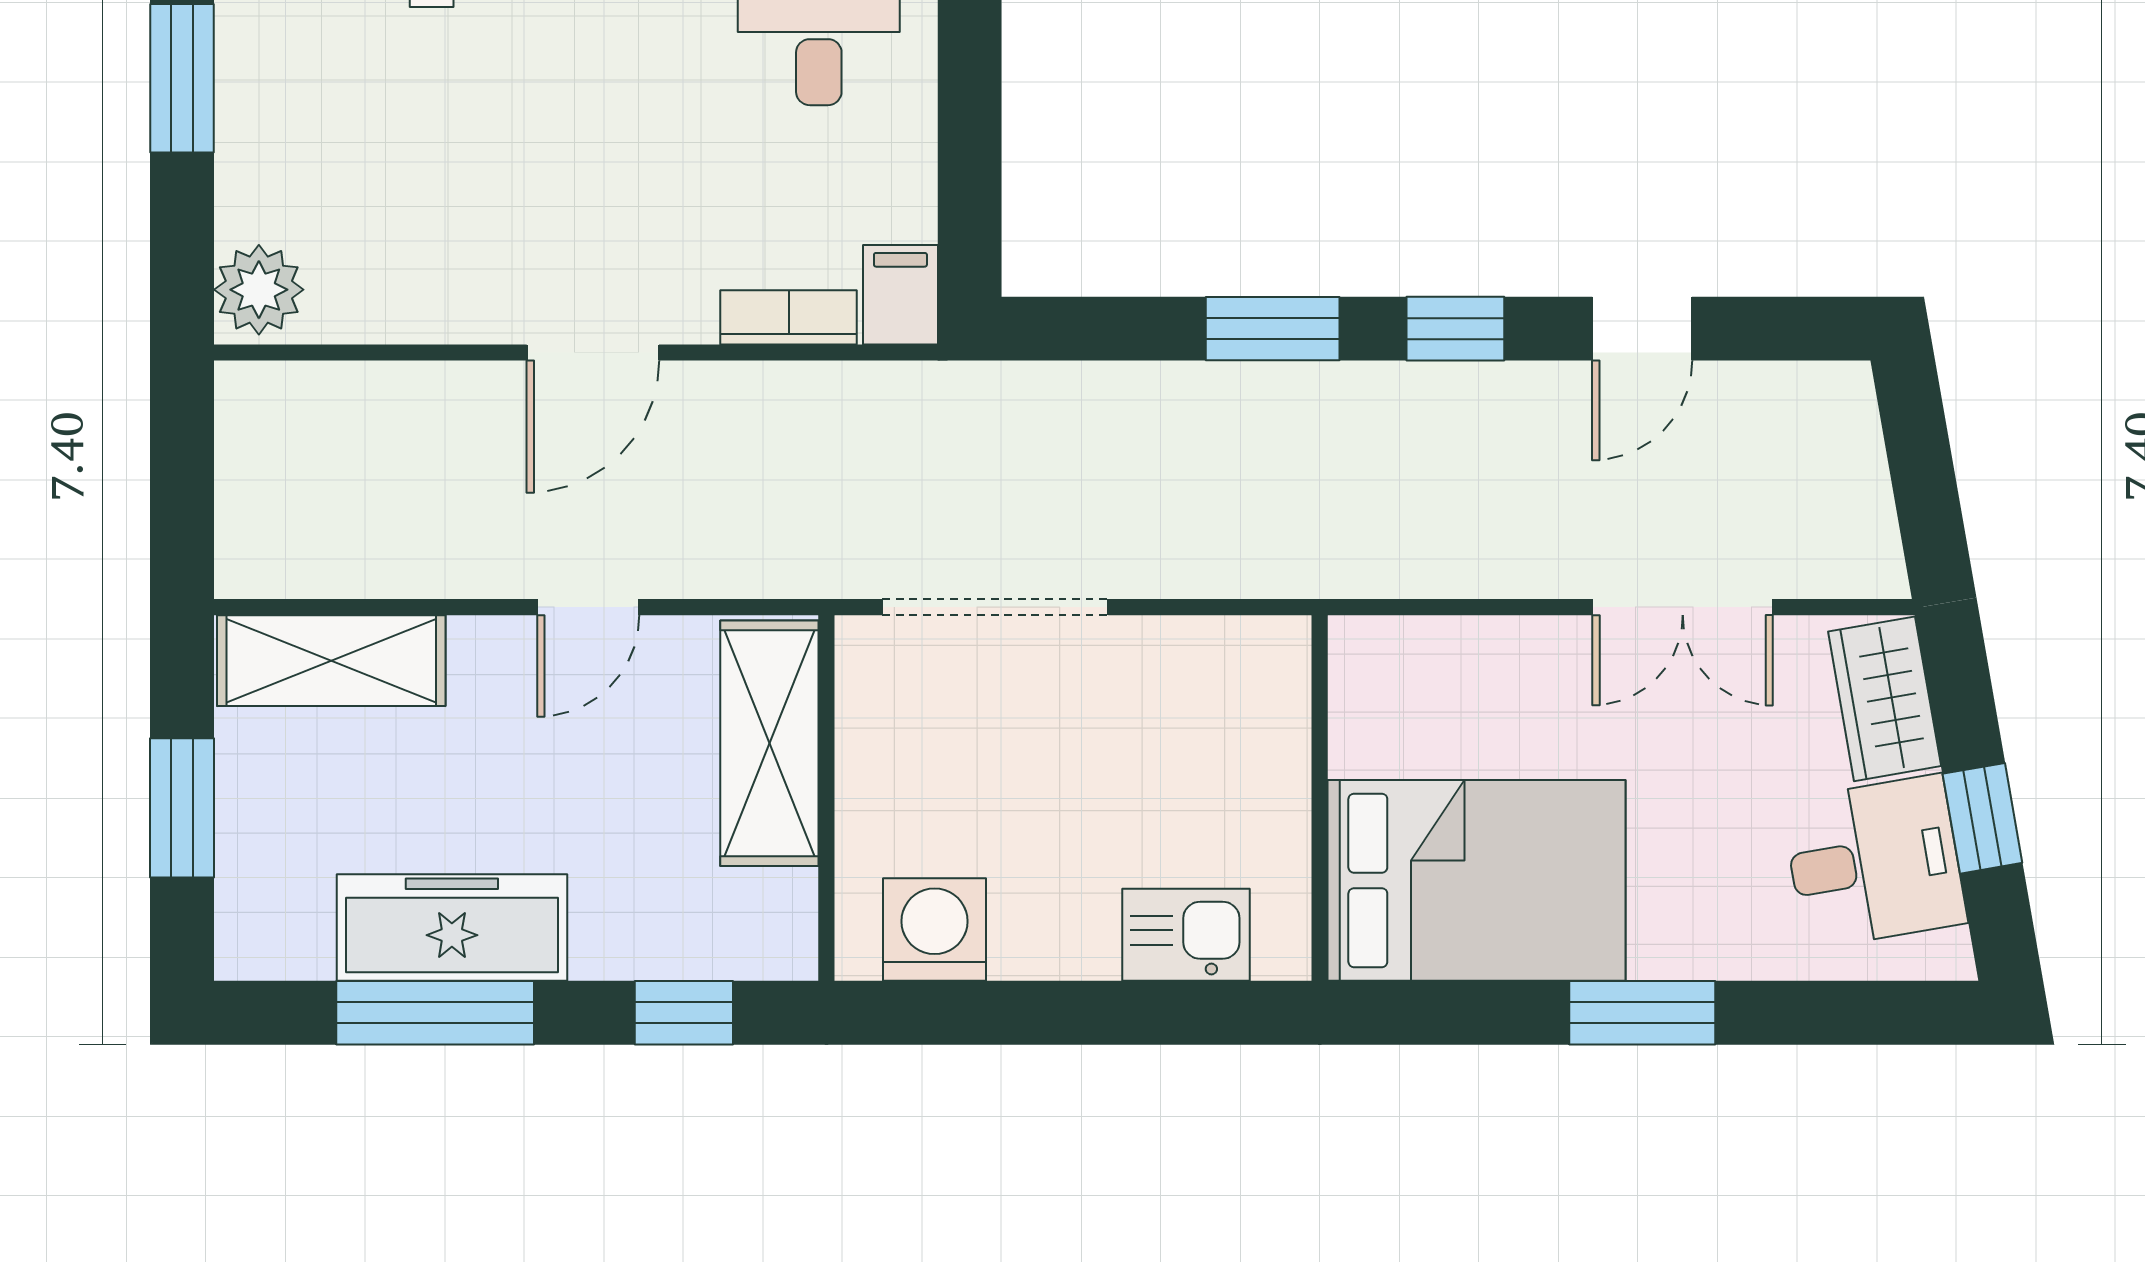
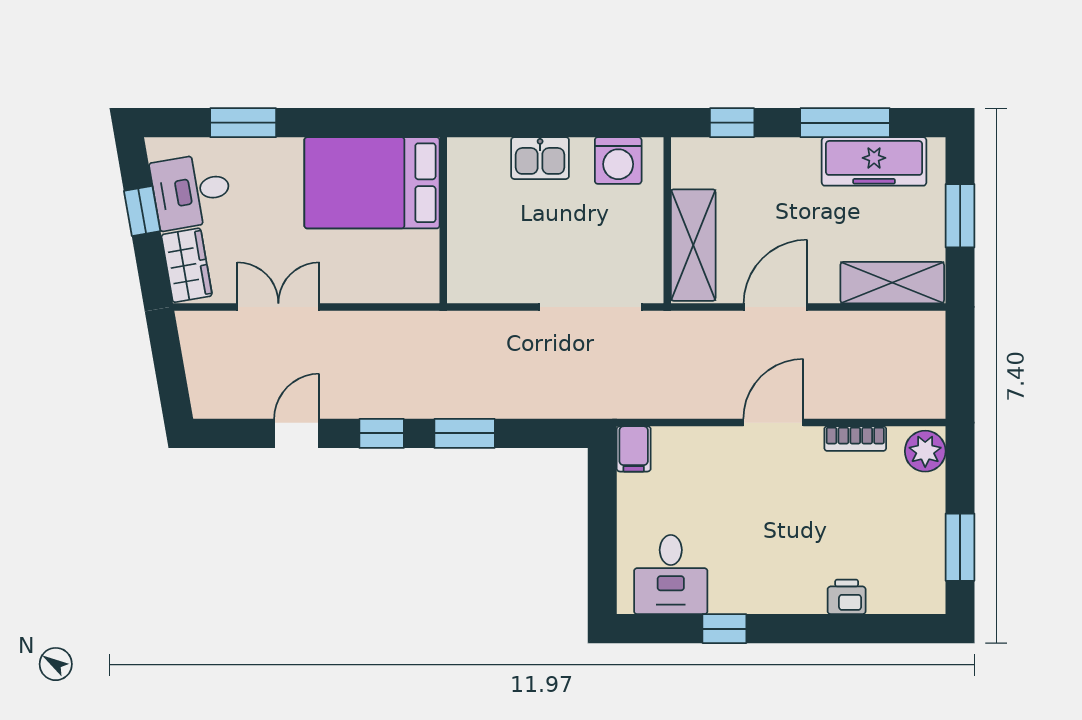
bookcase: (789, 317) -> (855, 439), moved
door: (588, 607) -> (775, 307), width x1.38
freezer: (452, 928) -> (874, 161), moved
kitchen sink: (1186, 935) -> (540, 158), moved
window: (1642, 1013) -> (243, 123), moved

